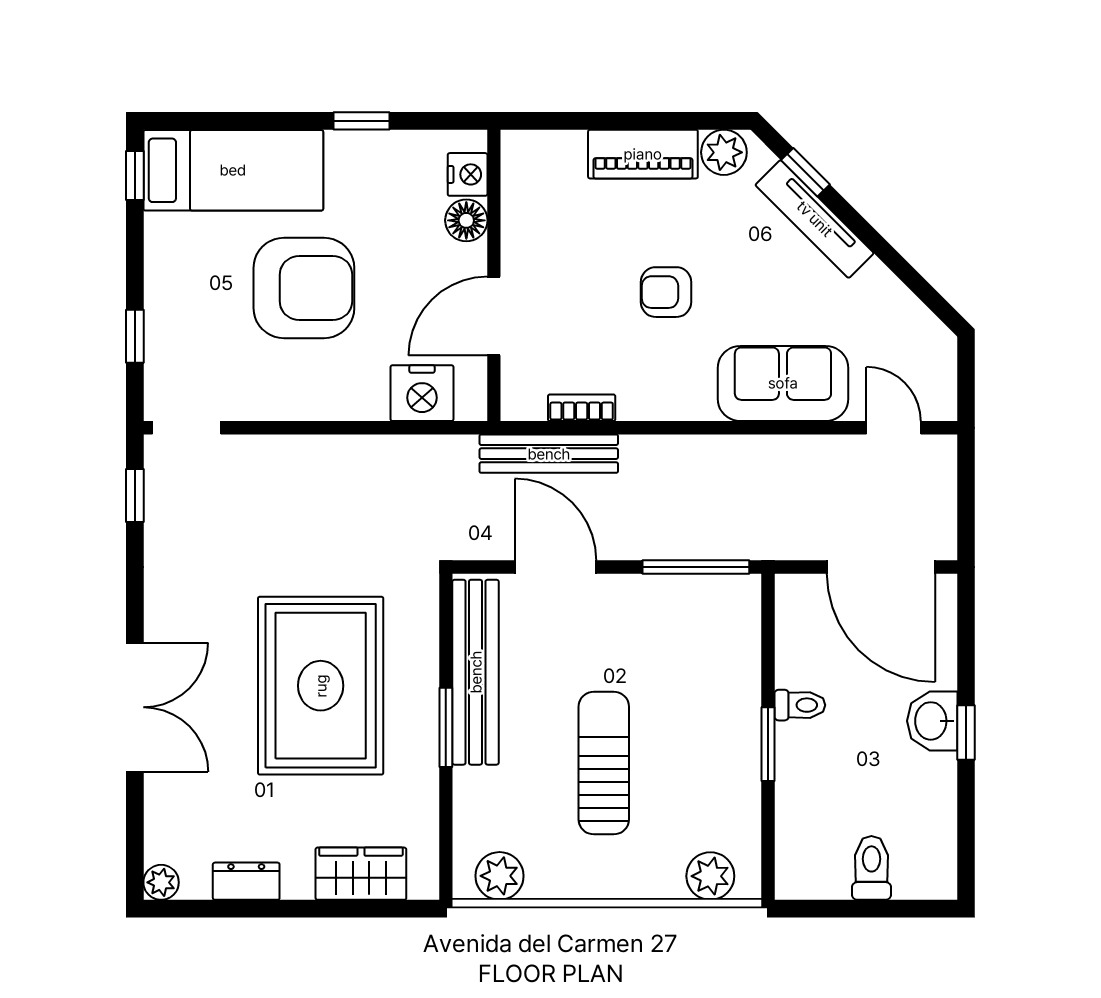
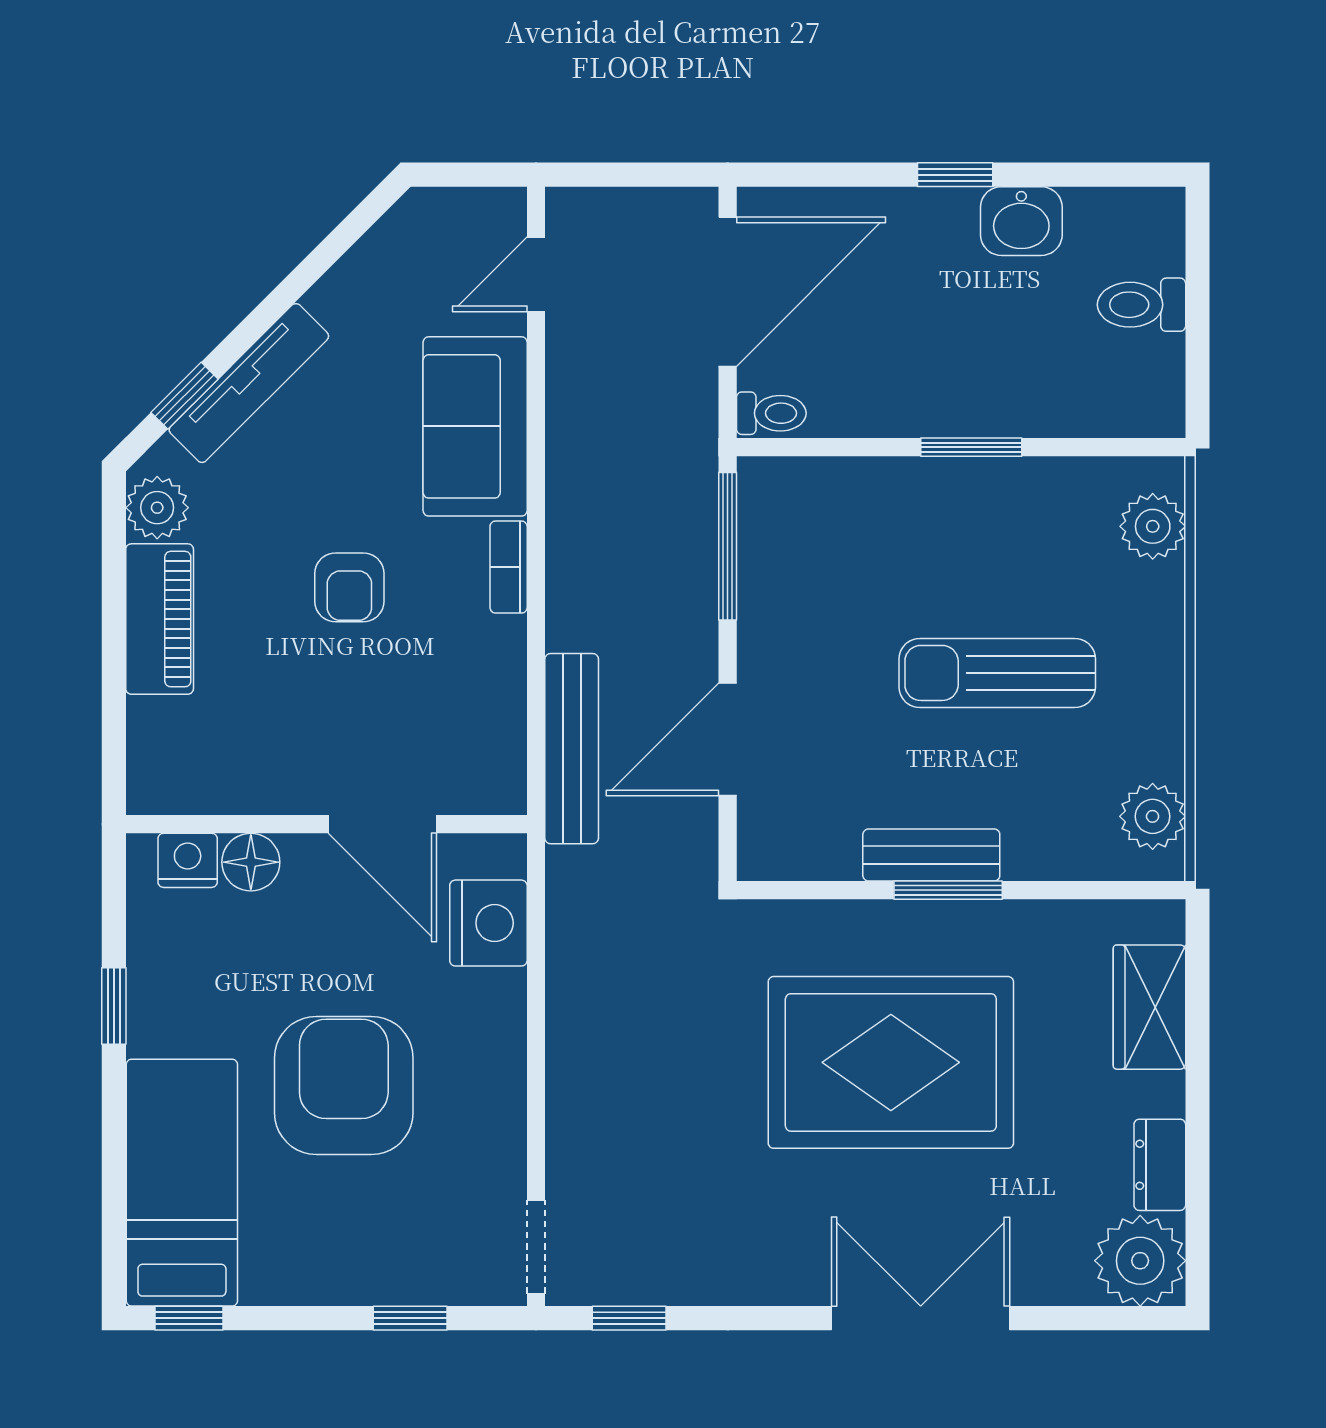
bookcase: (582, 408) -> (509, 567), moved
bench: (476, 672) -> (931, 855), width x0.54, depth x0.82
toilet: (800, 705) -> (771, 413), moved, turned 90
washbasin: (932, 721) -> (1021, 221), moved
plant: (161, 882) -> (1140, 1261), width x1.87, depth x1.87

